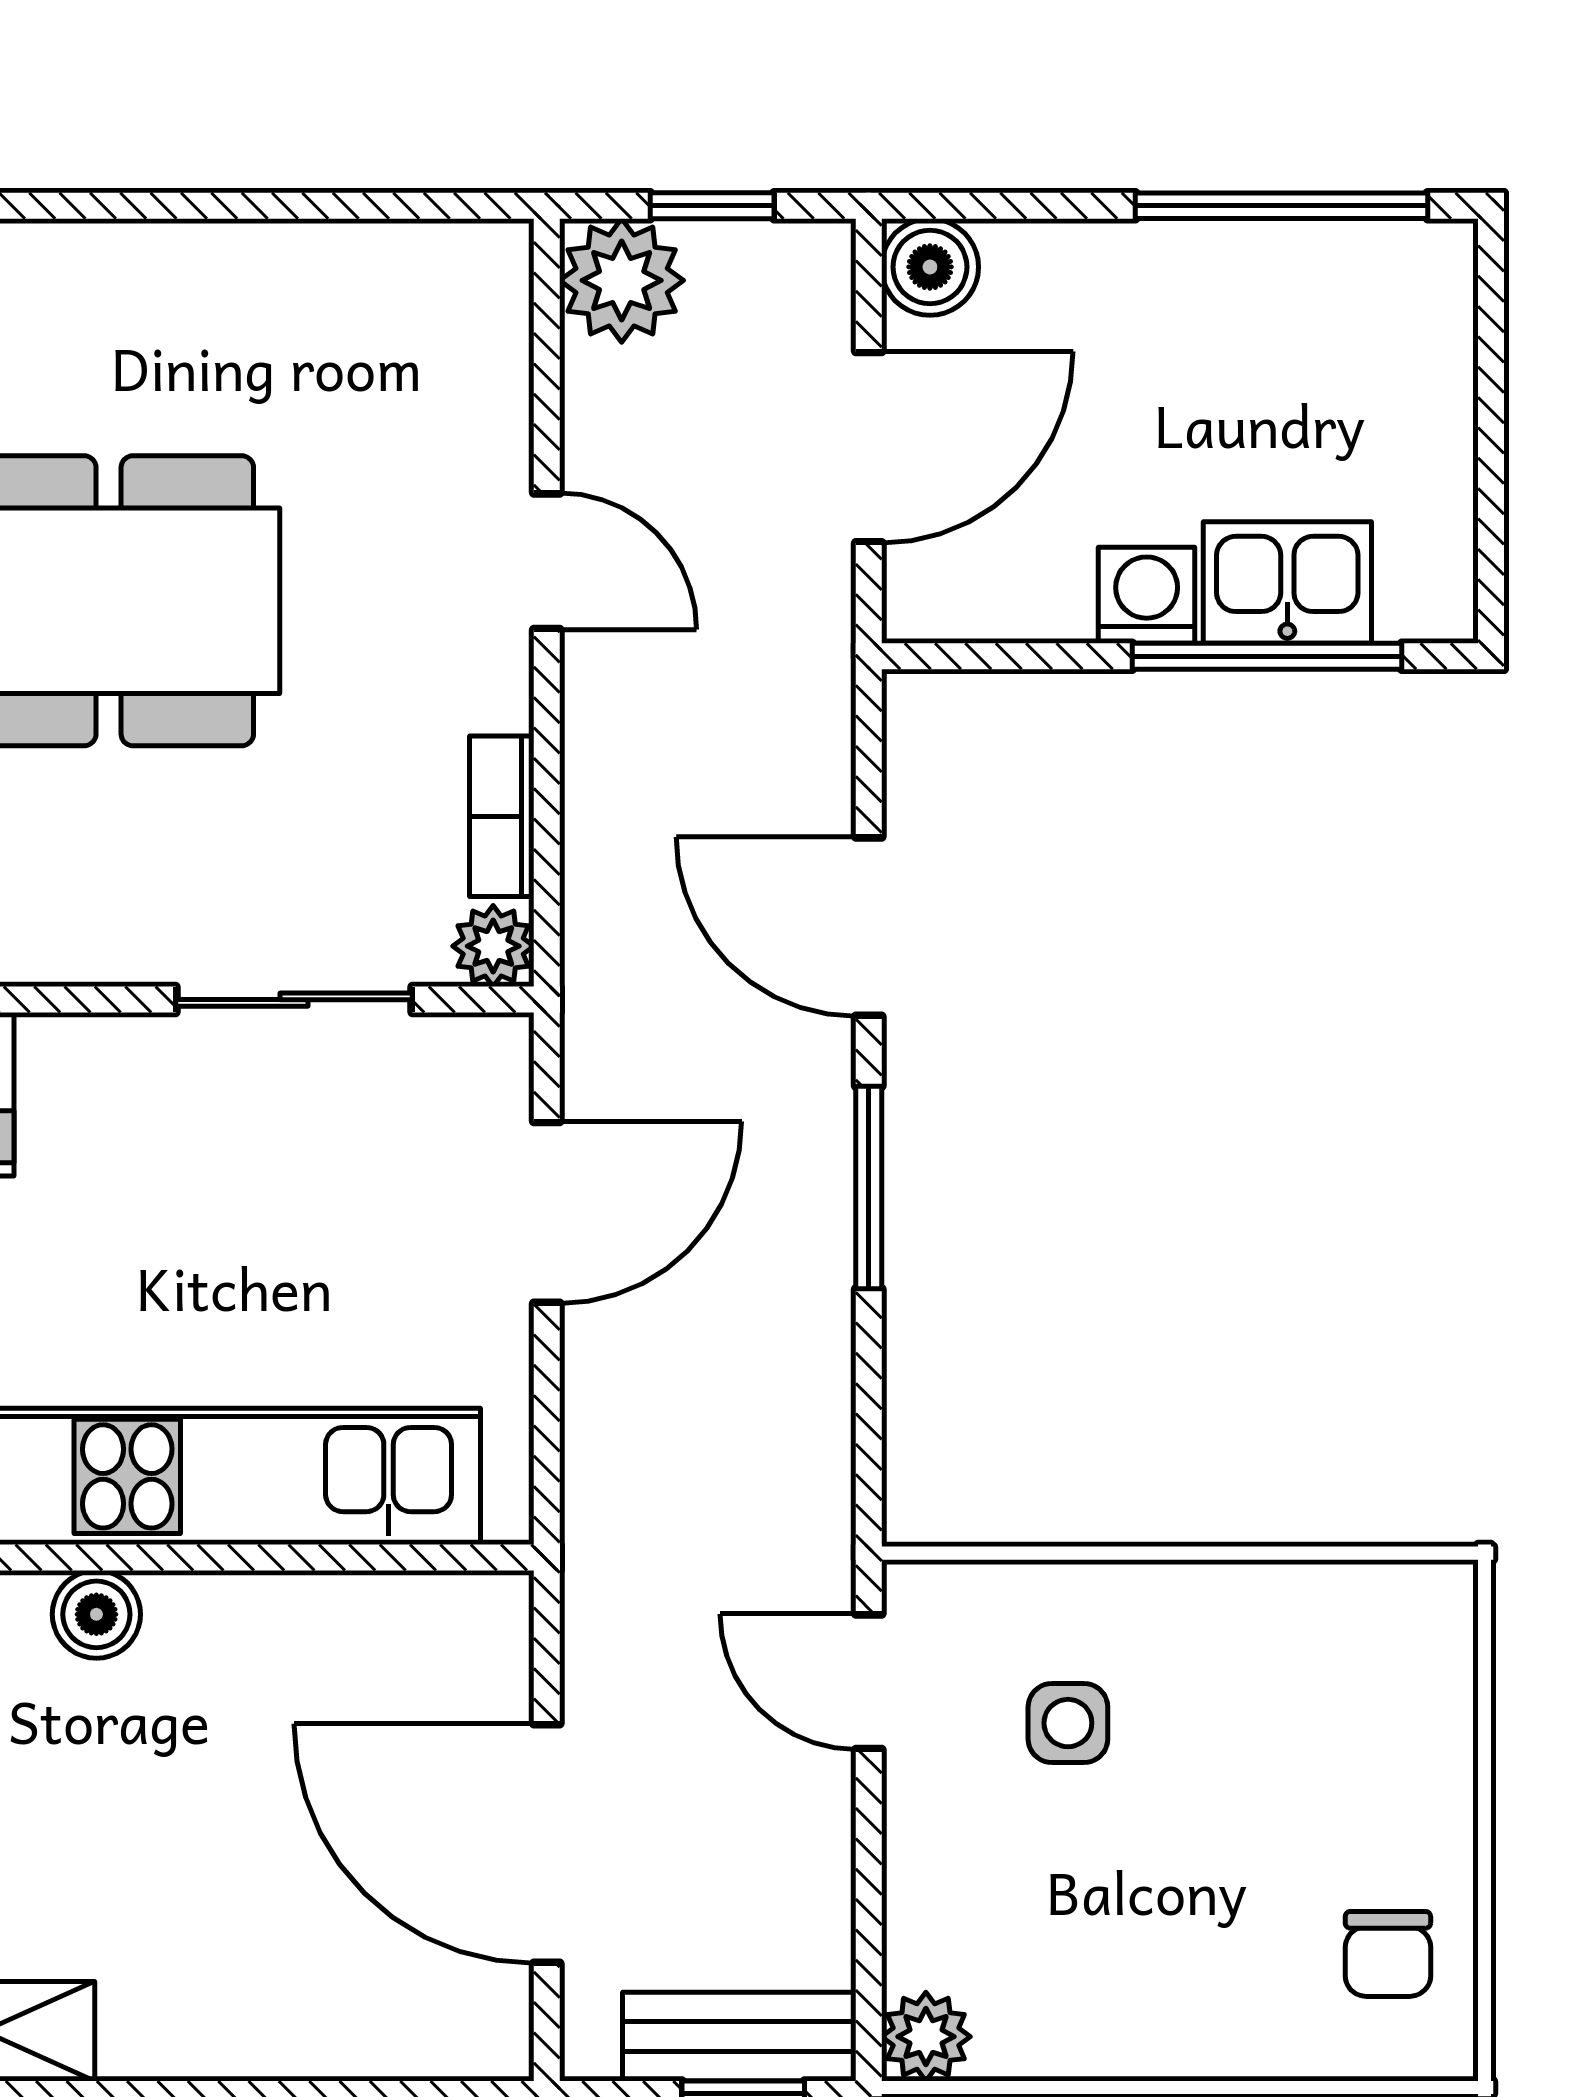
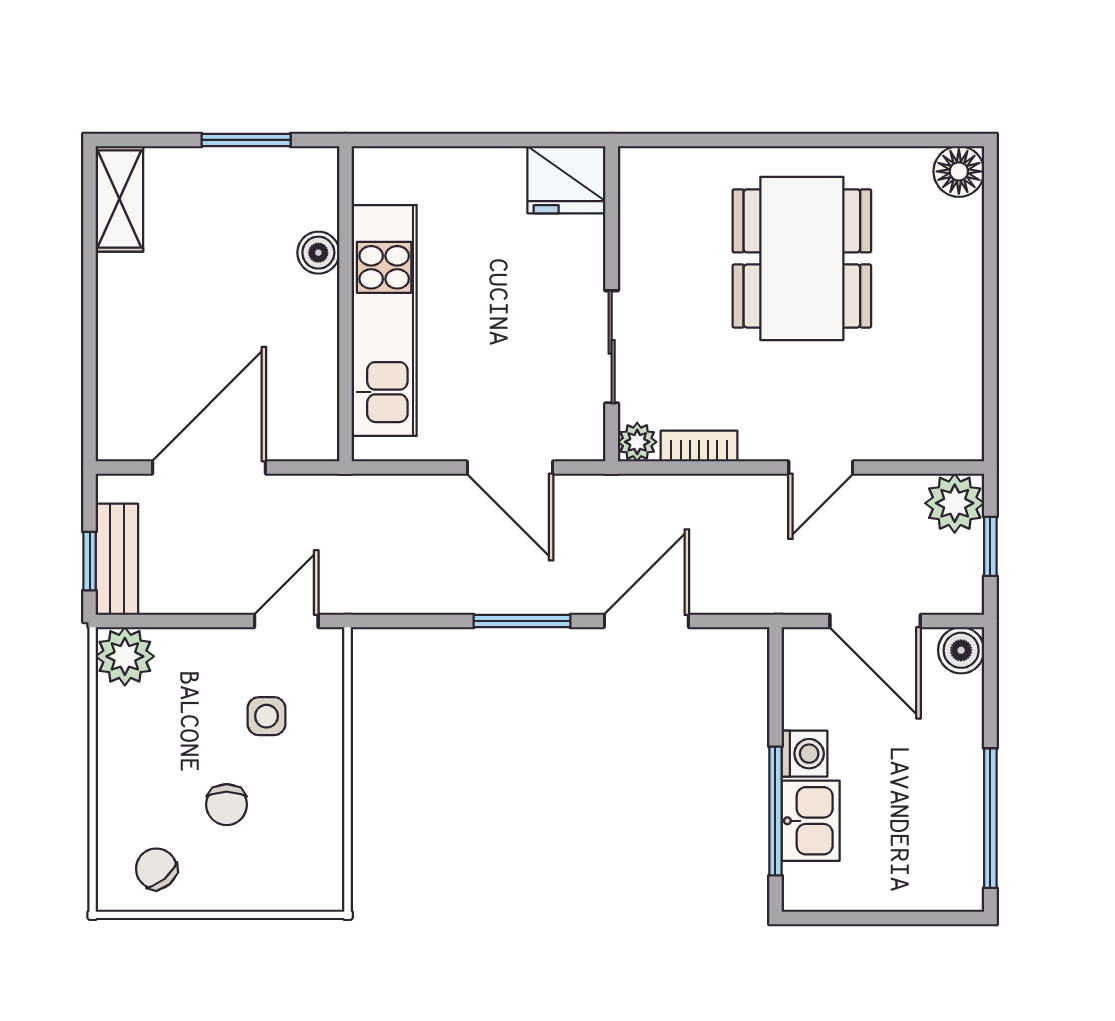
chair: (1253, 1807) -> (227, 805), added
chair: (1388, 1954) -> (156, 869), turned 50
plant: (926, 2037) -> (125, 656), width x1.38, depth x1.38

